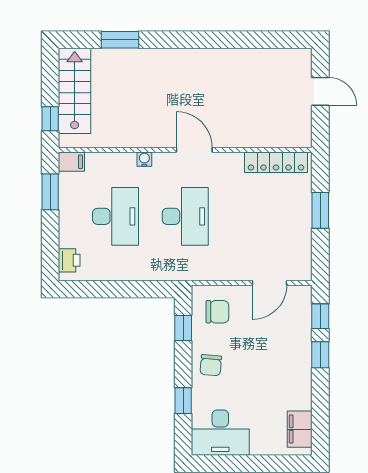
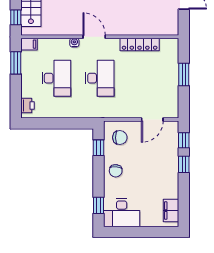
door: (194, 150) -> (94, 37), moved
locker: (276, 162) -> (140, 45), moved
window: (183, 401) -> (98, 205), moved

